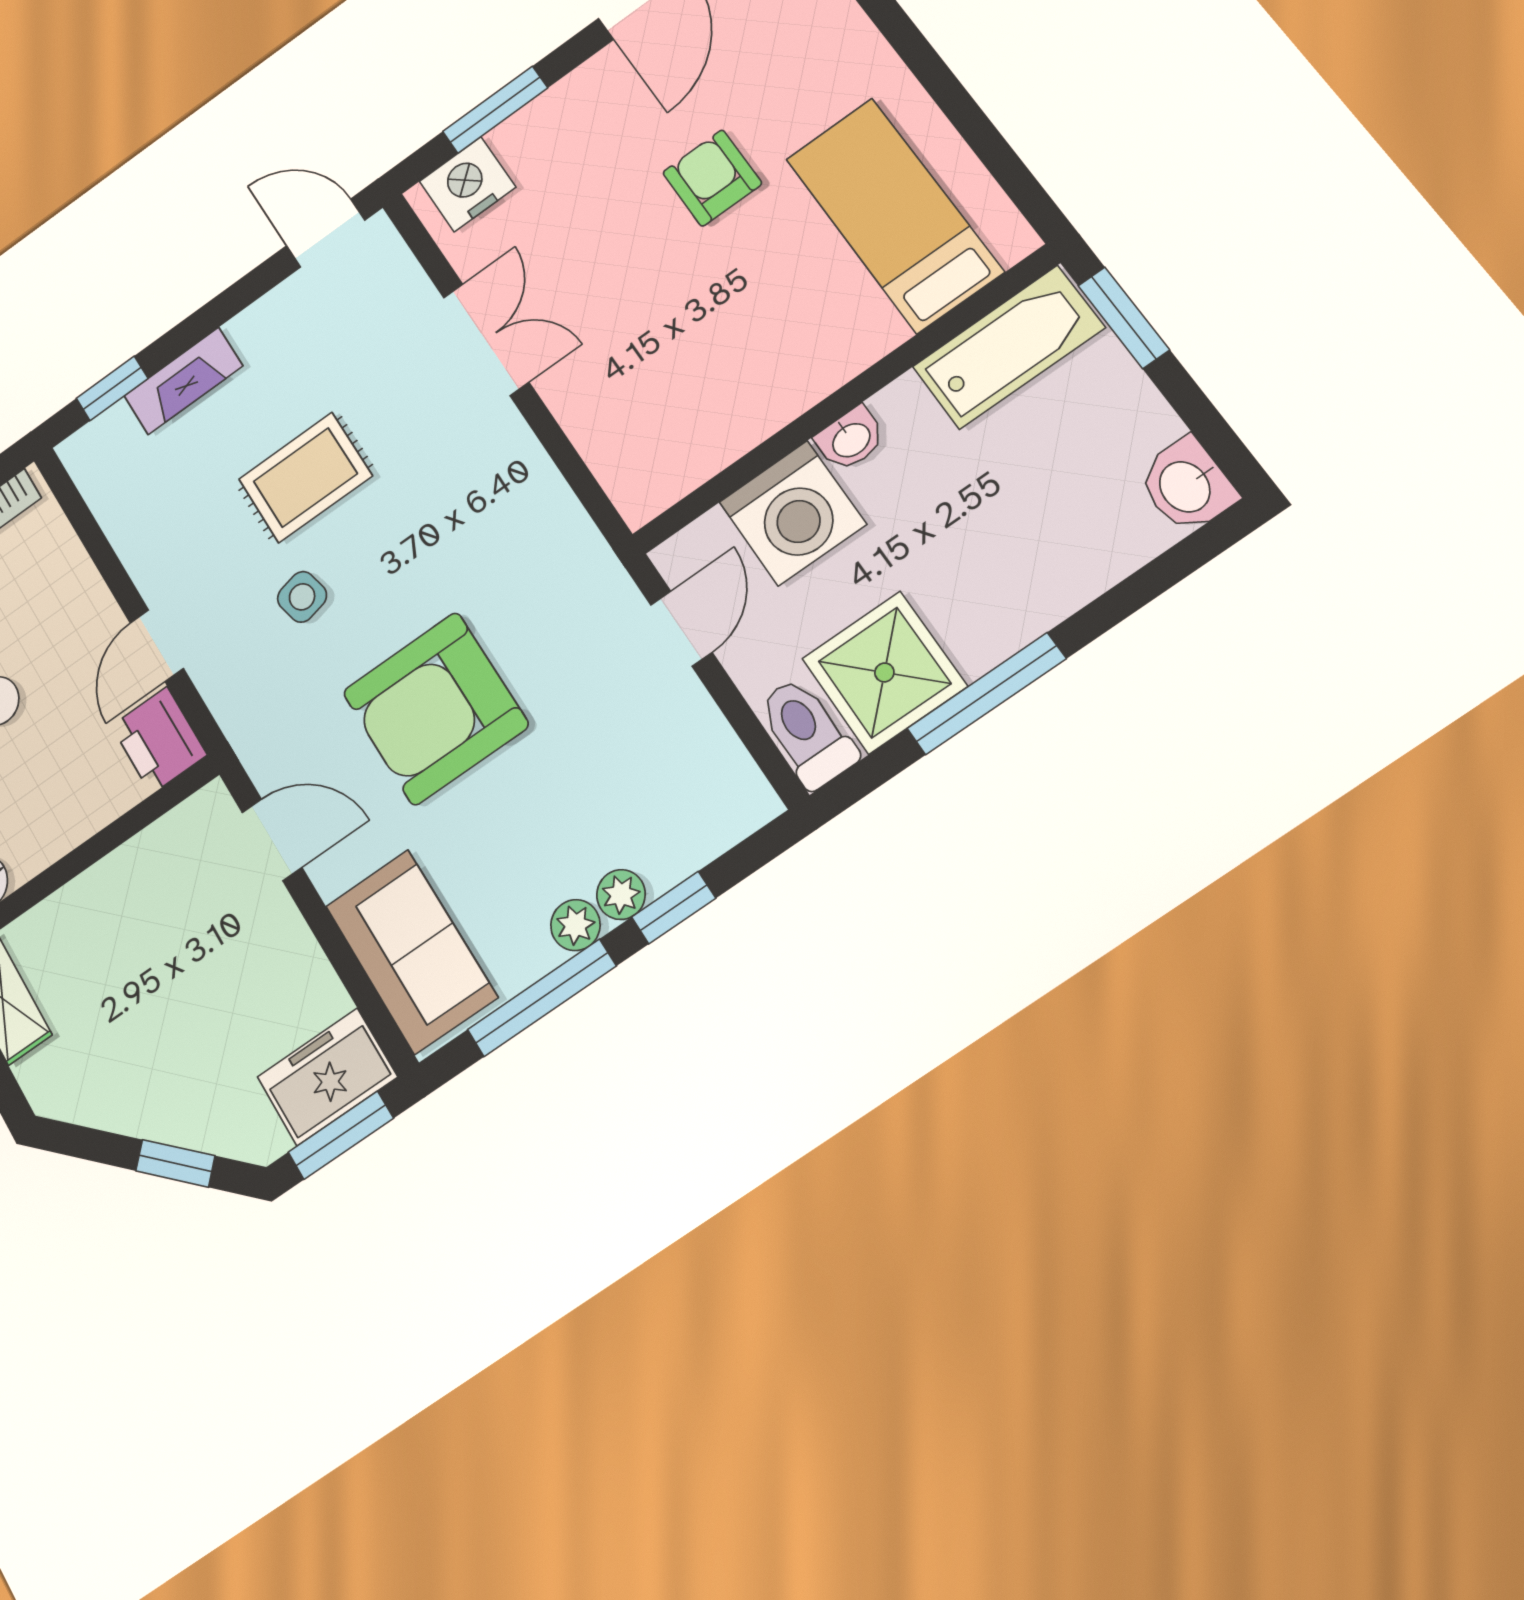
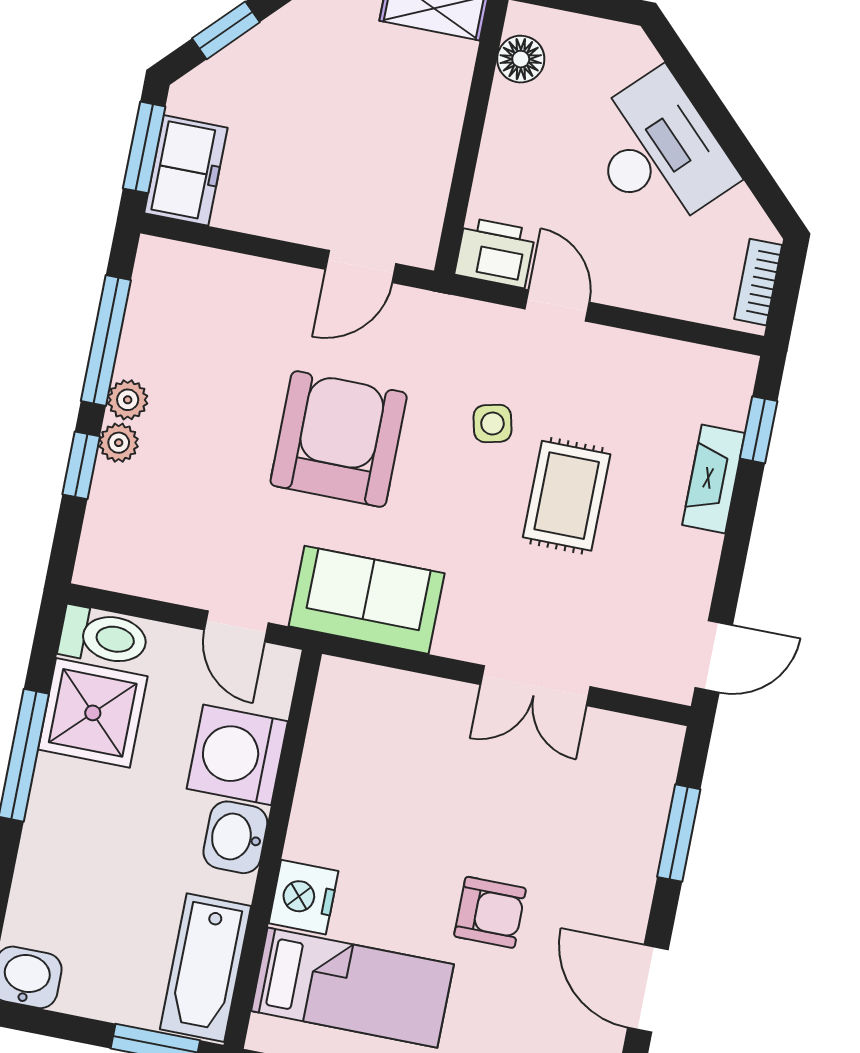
nightstand: (468, 184) -> (303, 897), moved, turned 180
washbasin: (851, 439) -> (235, 837), width x1.38, depth x1.45
sofa: (411, 952) -> (367, 600), moved, turned 180

